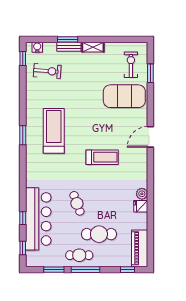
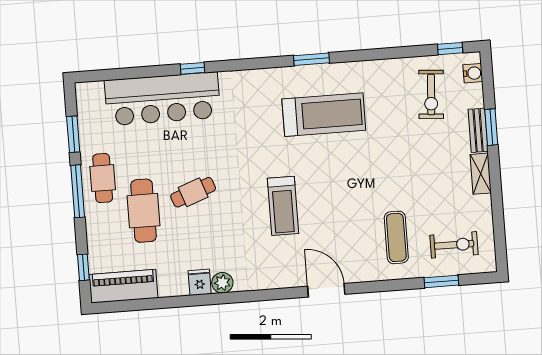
exercise mat: (124, 96) -> (396, 237), width x0.50, depth x0.69
cafe table: (77, 203) -> (193, 192), moved
window: (23, 218) -> (192, 68), moved
window: (23, 248) -> (108, 75), removed

